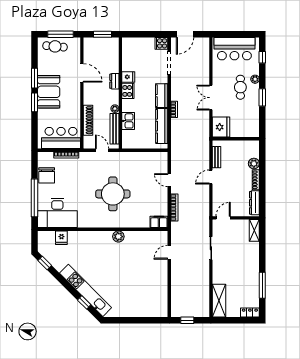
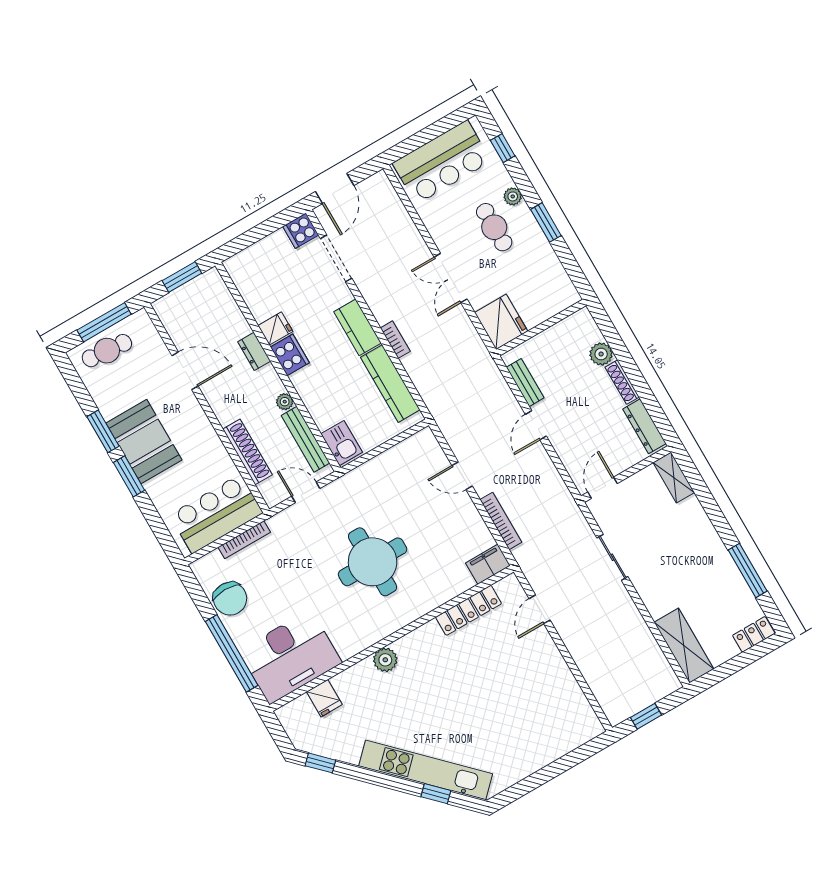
kitchen sink: (128, 121) -> (342, 443), moved
locker: (140, 236) -> (469, 610), added
plant: (118, 237) -> (385, 660), moved

